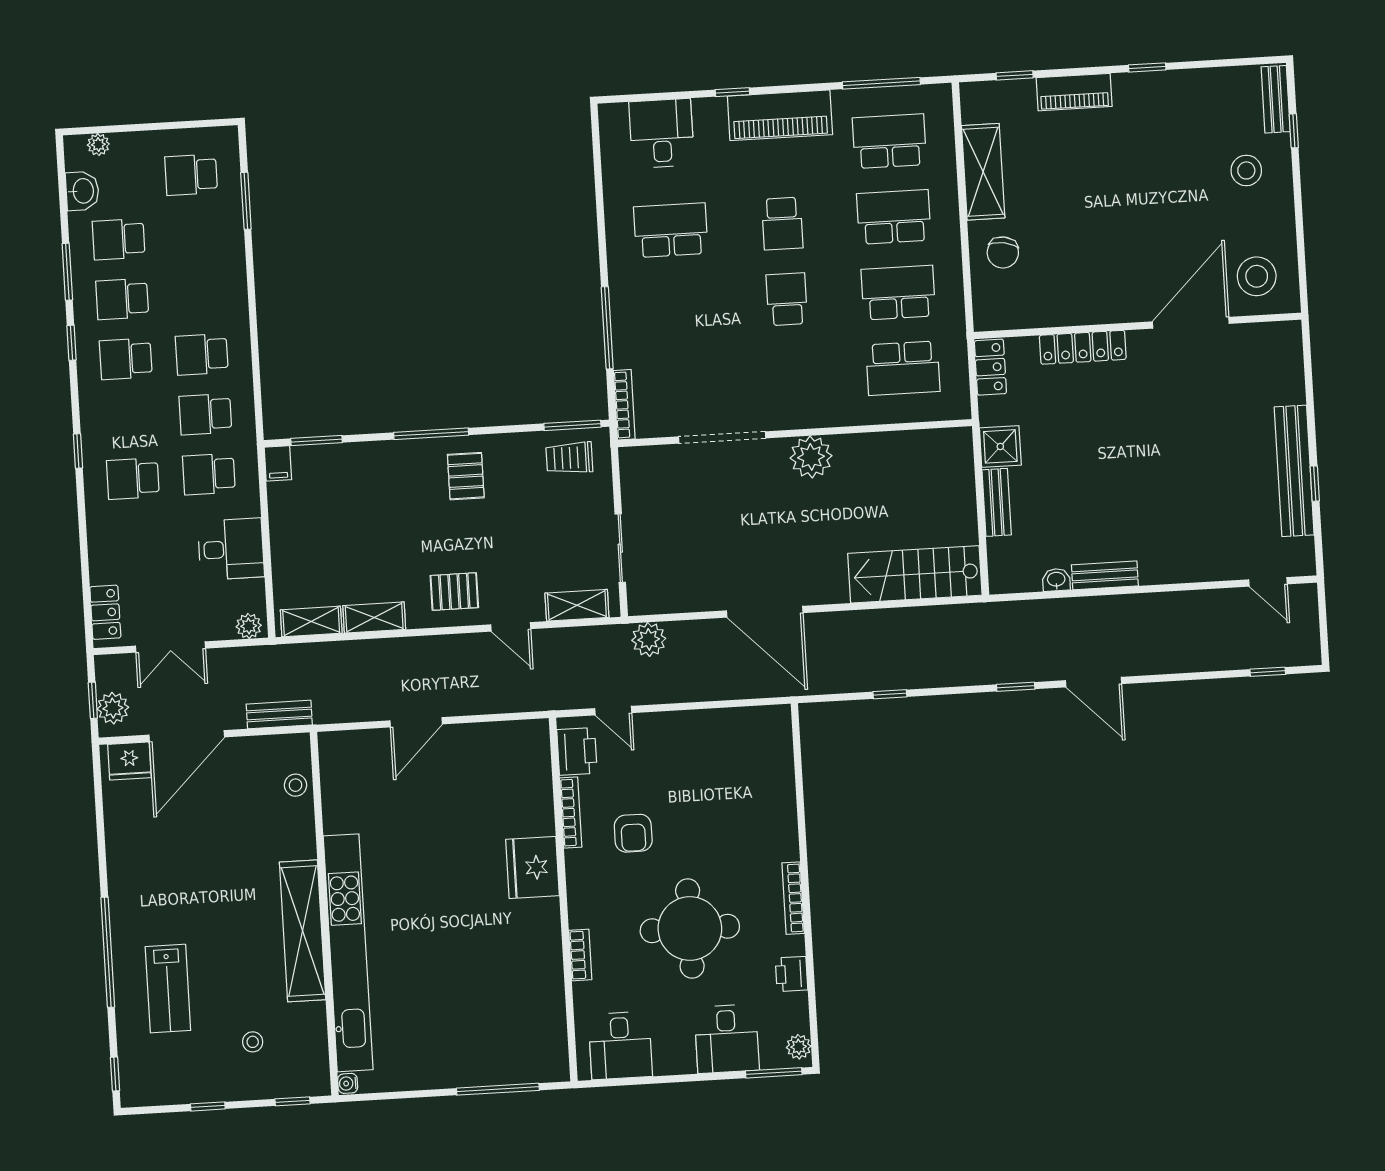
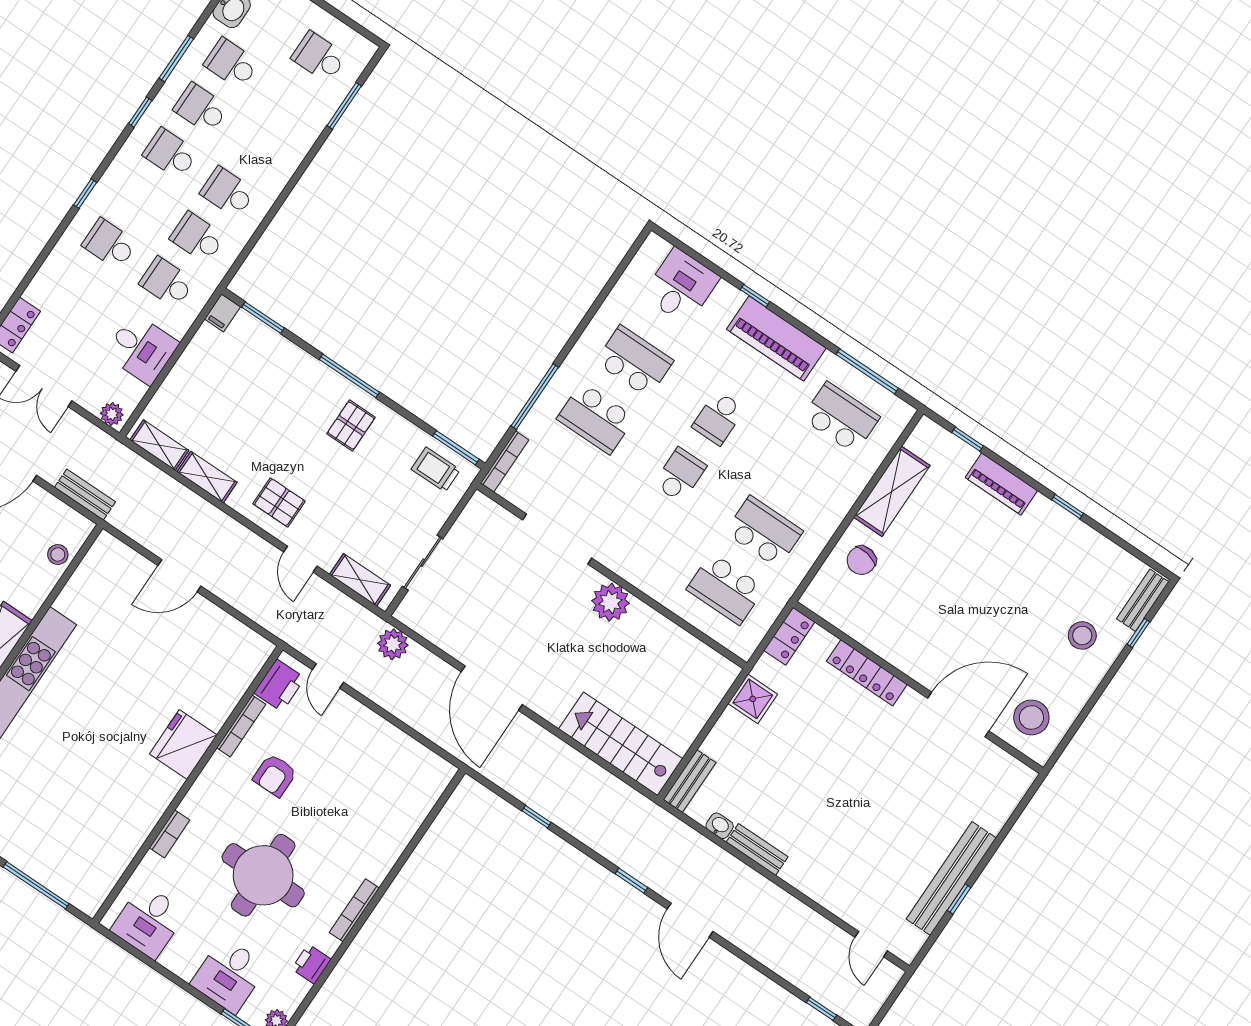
school desk: (894, 217) -> (596, 418), moved, turned 180
bench: (997, 502) -> (690, 781), moved

